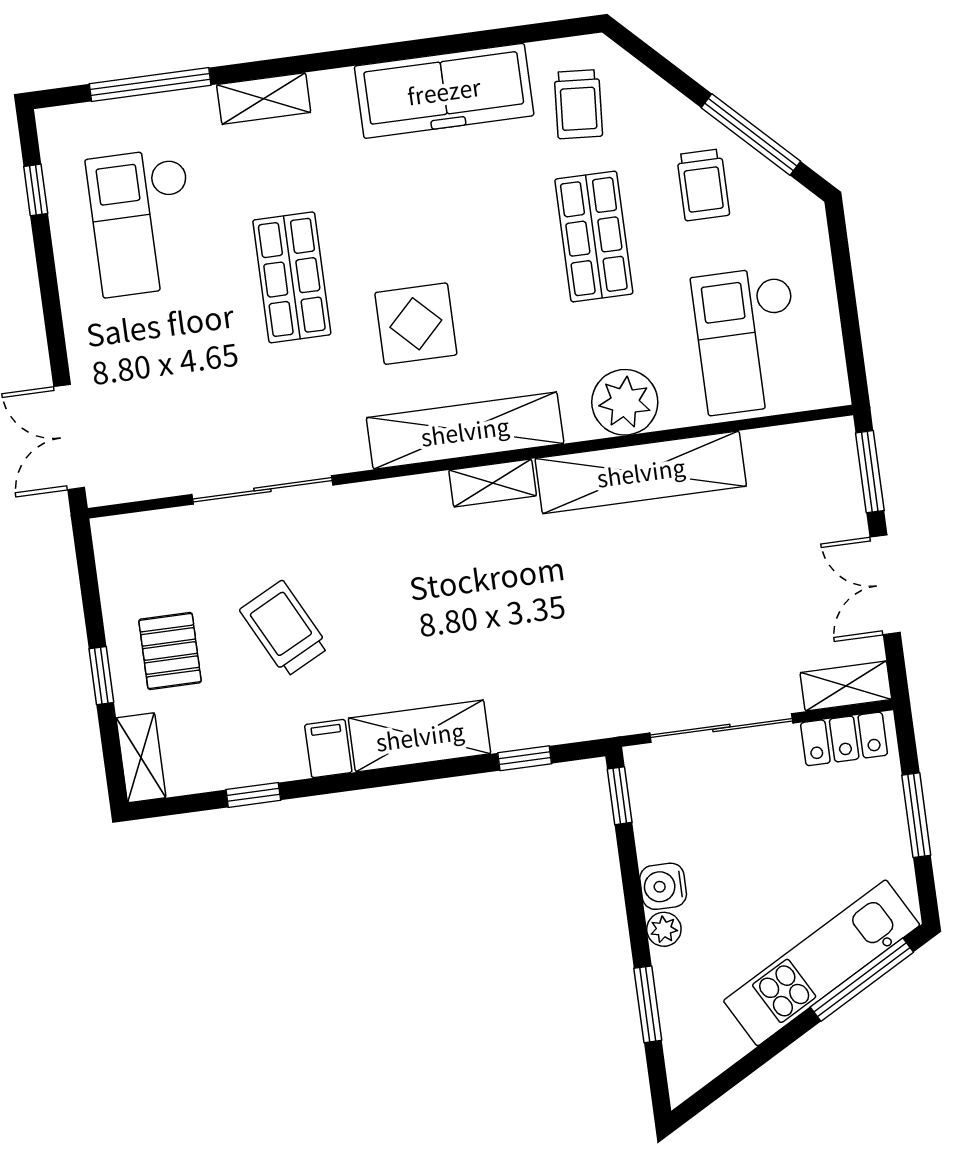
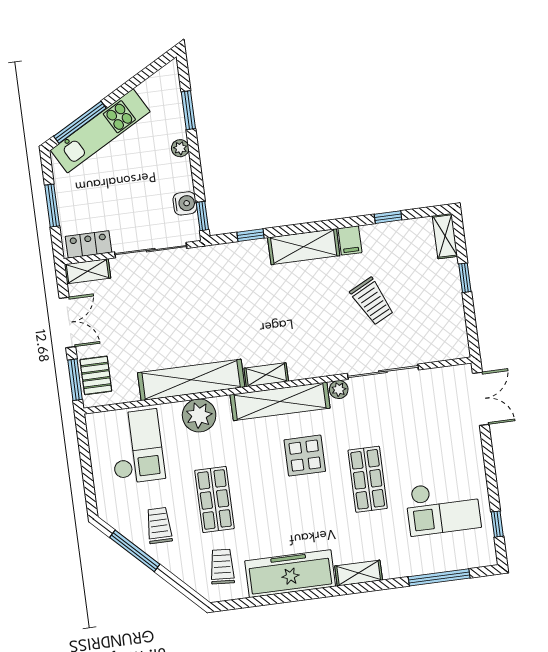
shelving: (264, 99) -> (359, 573), moved
checkout: (143, 222) -> (443, 507), turned 90
plant: (349, 454) -> (339, 389), added
pallet: (170, 651) -> (96, 375), moved
water cooler: (663, 886) -> (185, 203), moved

